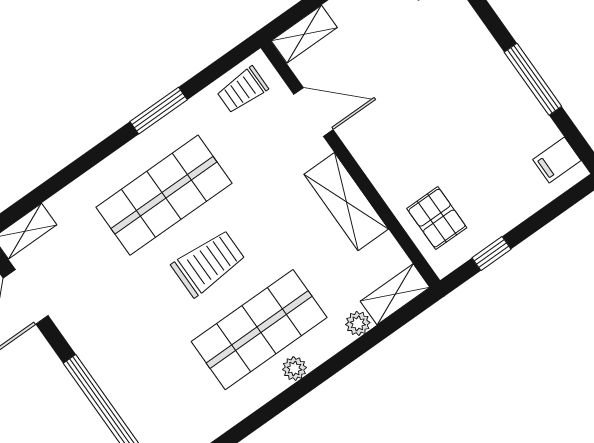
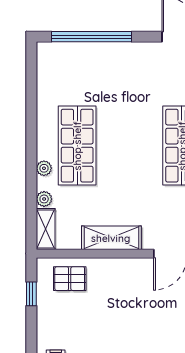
trolley: (208, 263) -> (130, 144), removed
plant: (294, 369) -> (44, 168), moved

